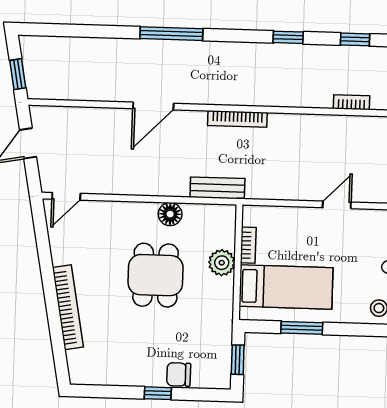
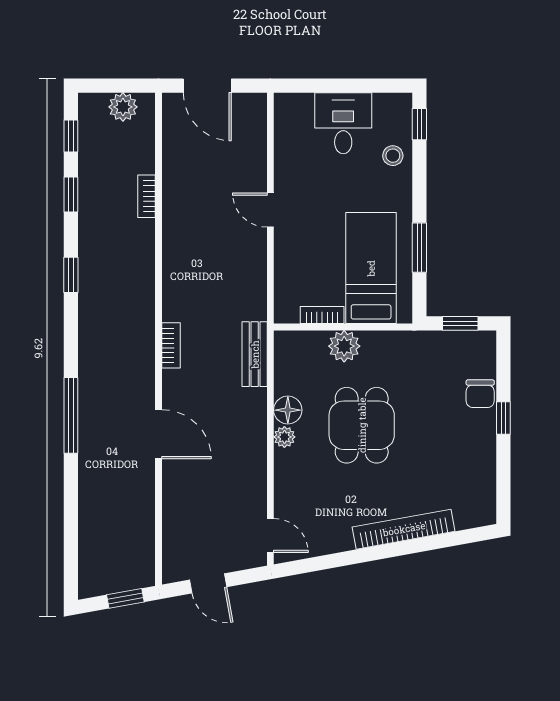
bookcase: (237, 119) -> (171, 345), width x0.64
plant: (148, 211) -> (284, 437), added
dining table: (156, 275) -> (362, 425), turned 90

